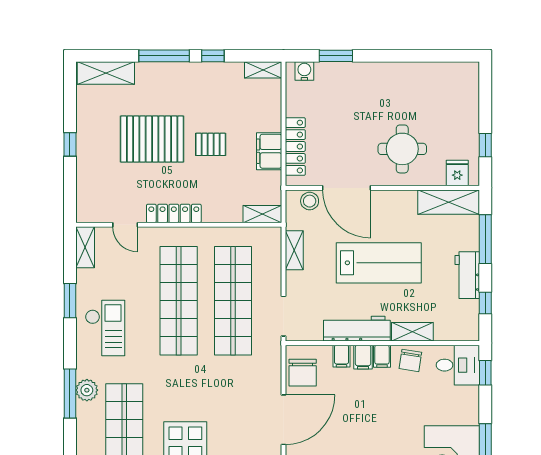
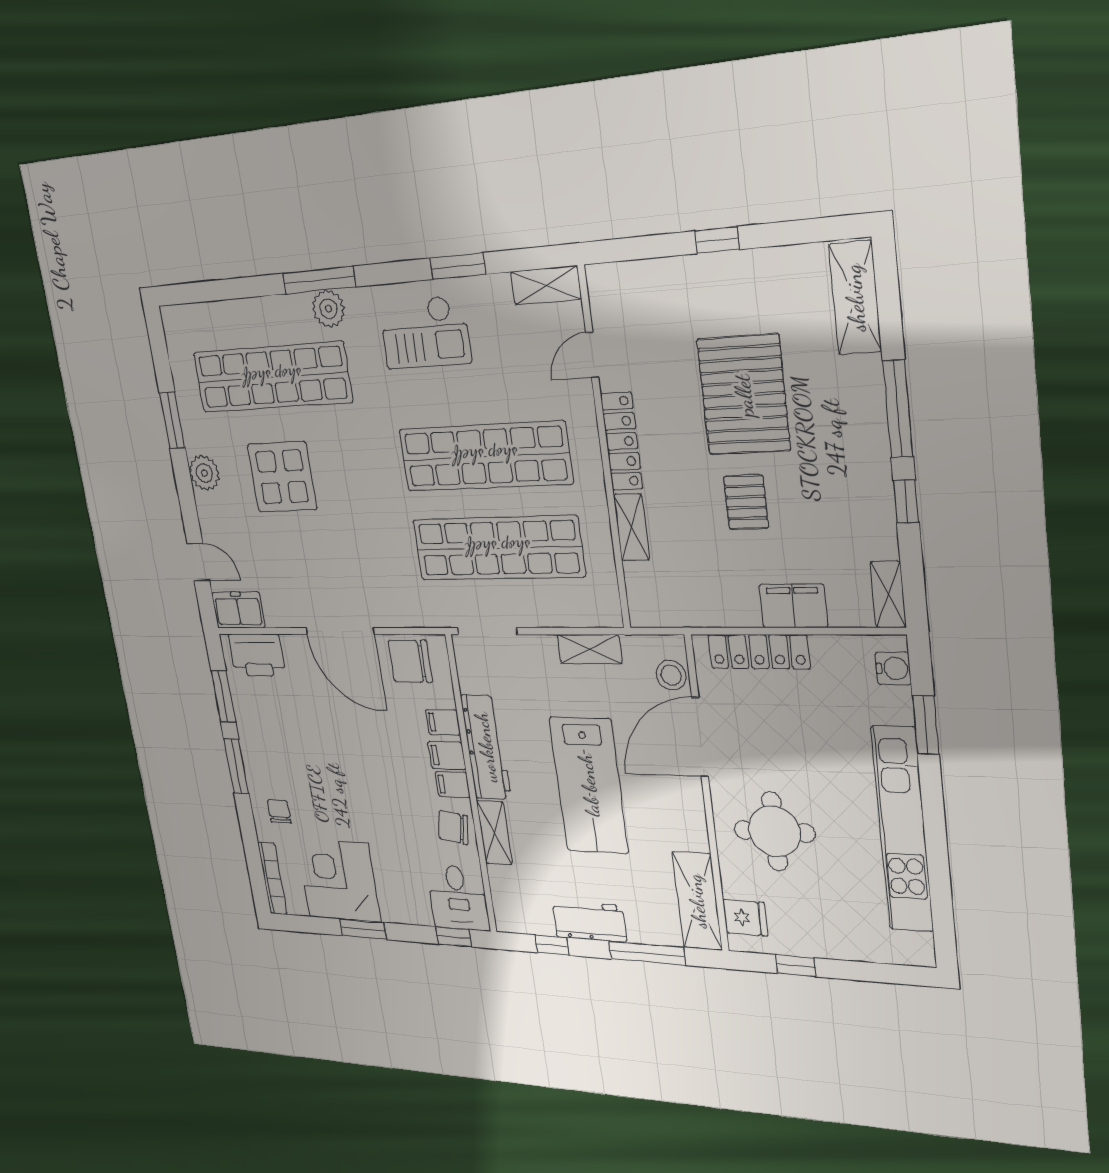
kitchen unit: (397, 74) -> (902, 830), added
filing cabinet: (269, 151) -> (793, 606), moved
shelving: (262, 214) -> (631, 527), moved

